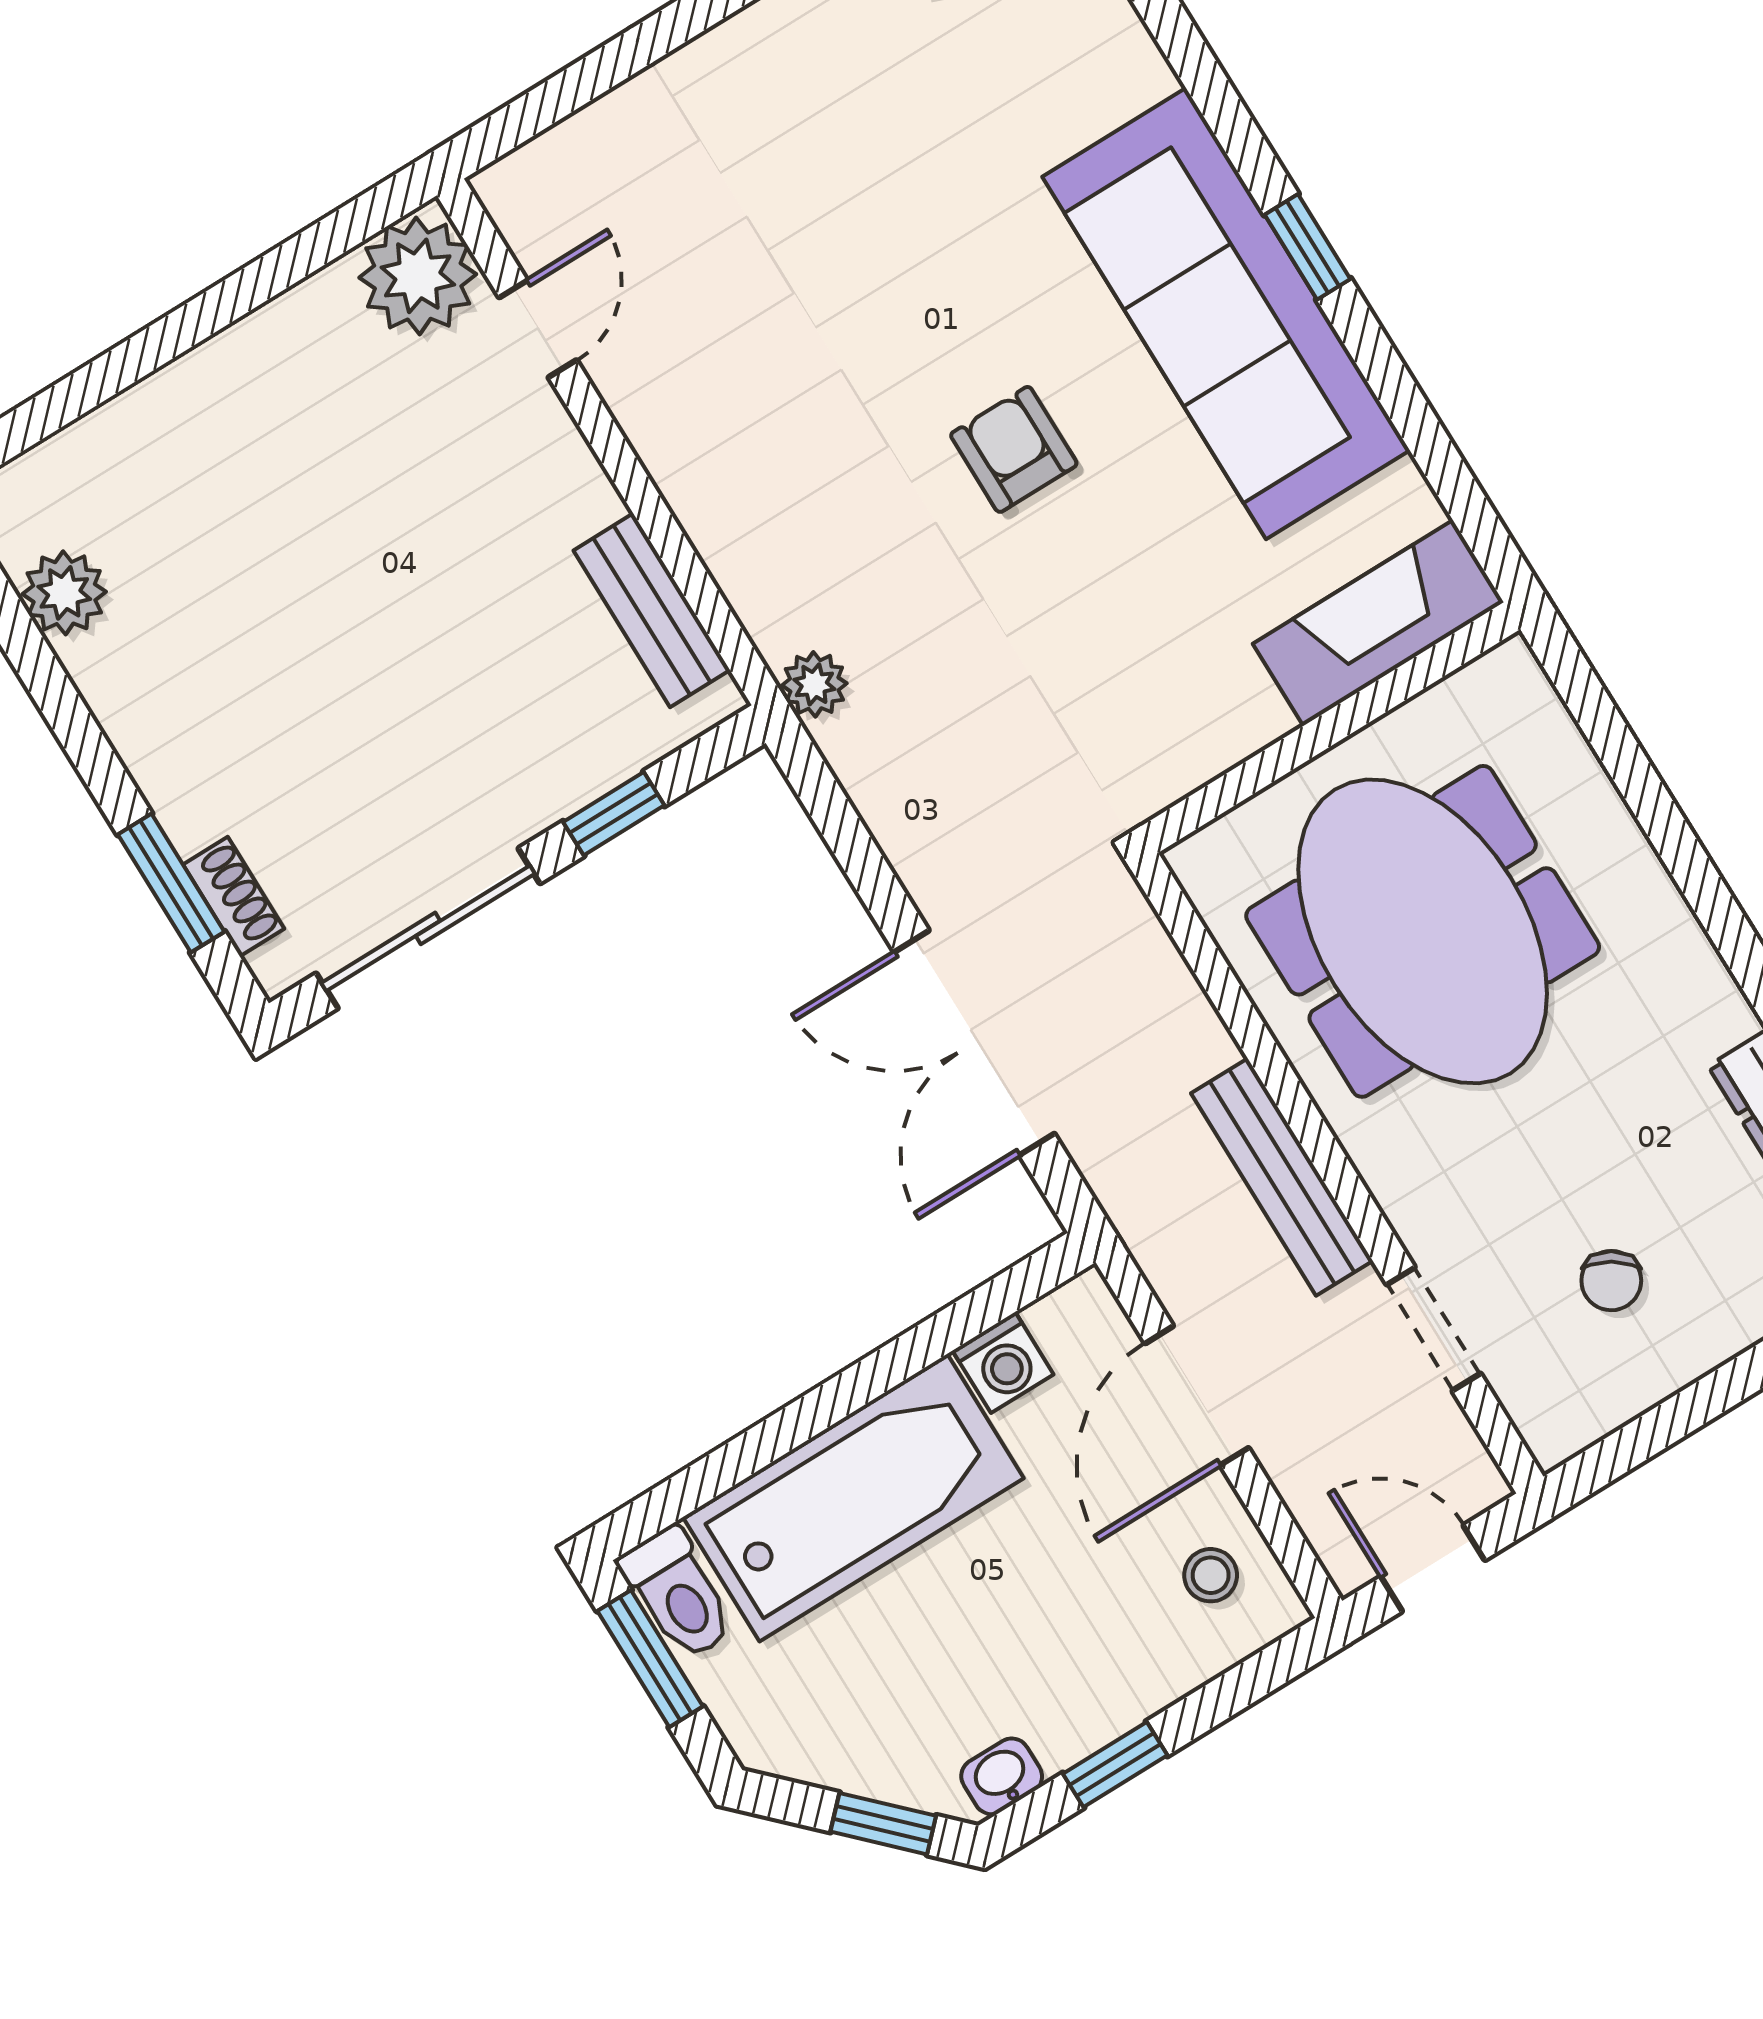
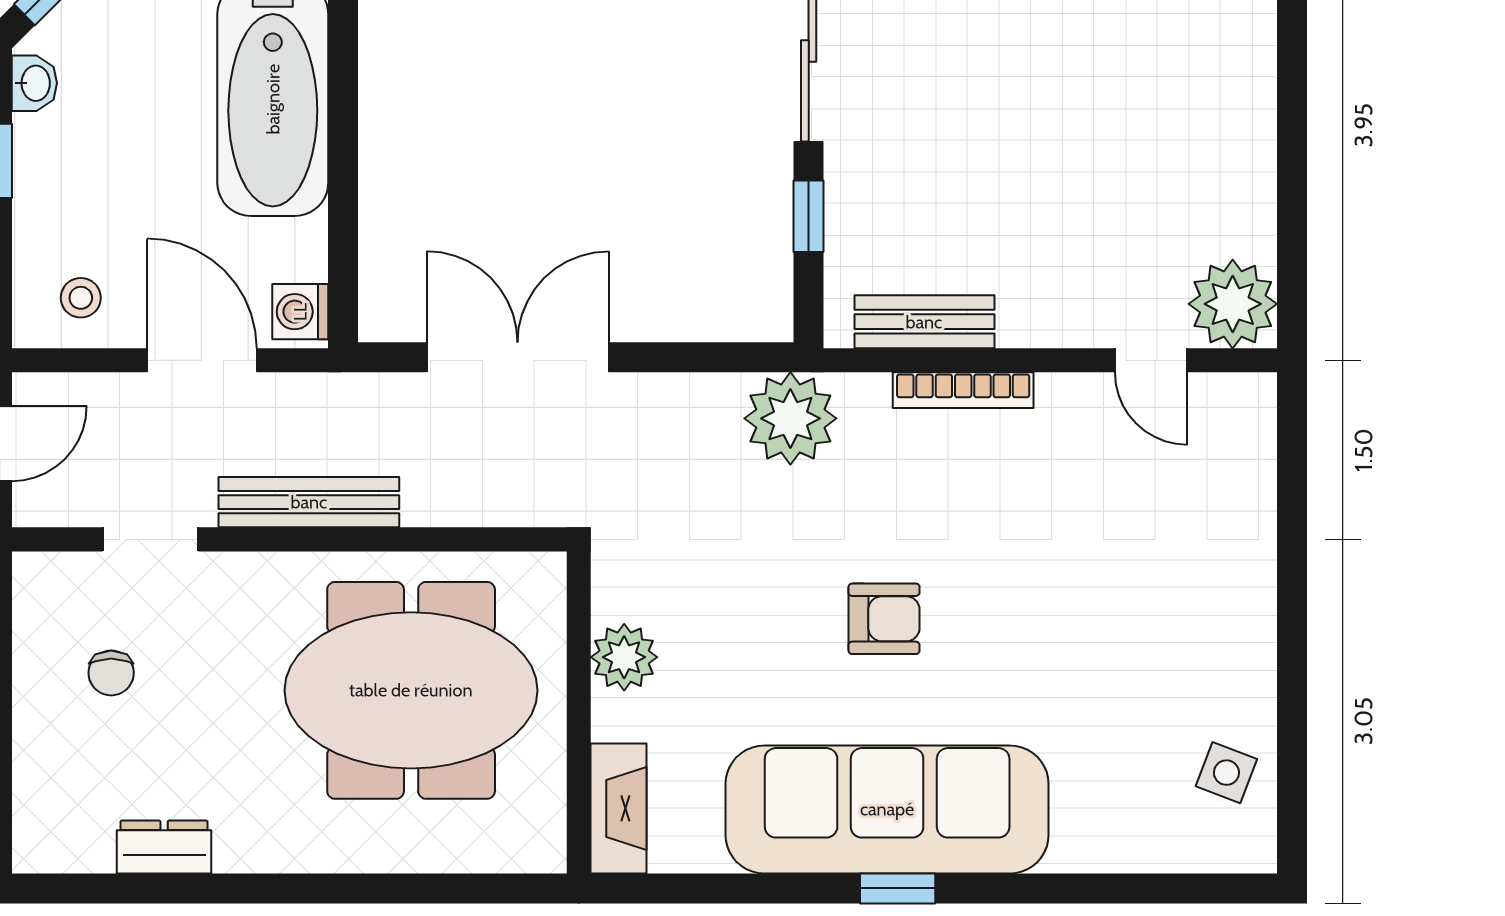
bookcase: (702, 519) -> (963, 390), added
fireplace: (1378, 623) -> (619, 808), width x0.73, depth x0.76
plant: (814, 684) -> (790, 418), width x1.88, depth x1.88
plant: (1237, 715) -> (624, 657), added
chair: (1611, 1281) -> (111, 673), turned -122
washing machine: (1003, 1363) -> (300, 312), moved

